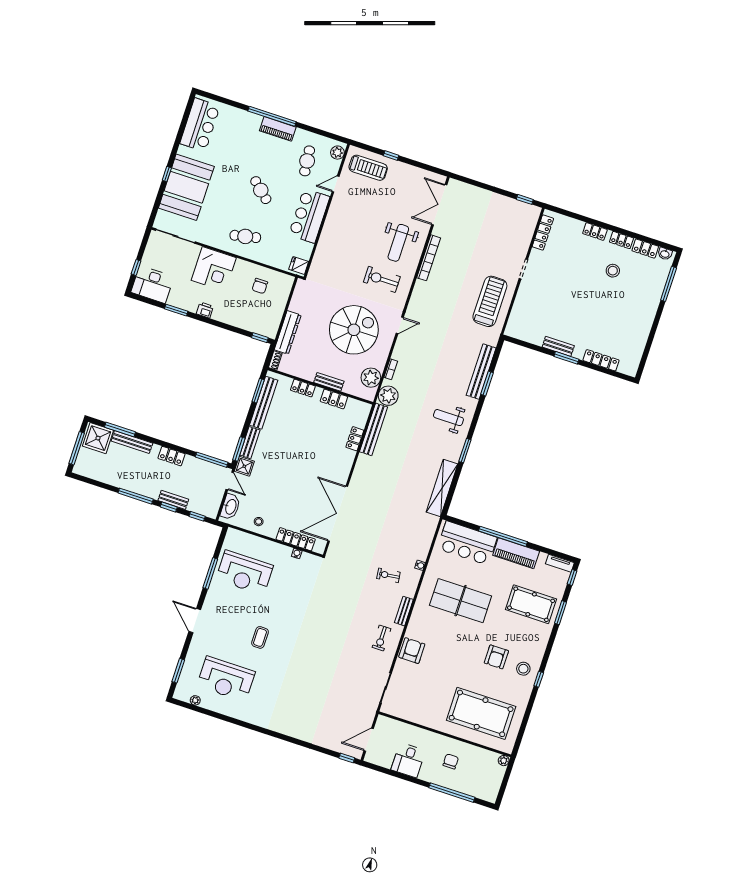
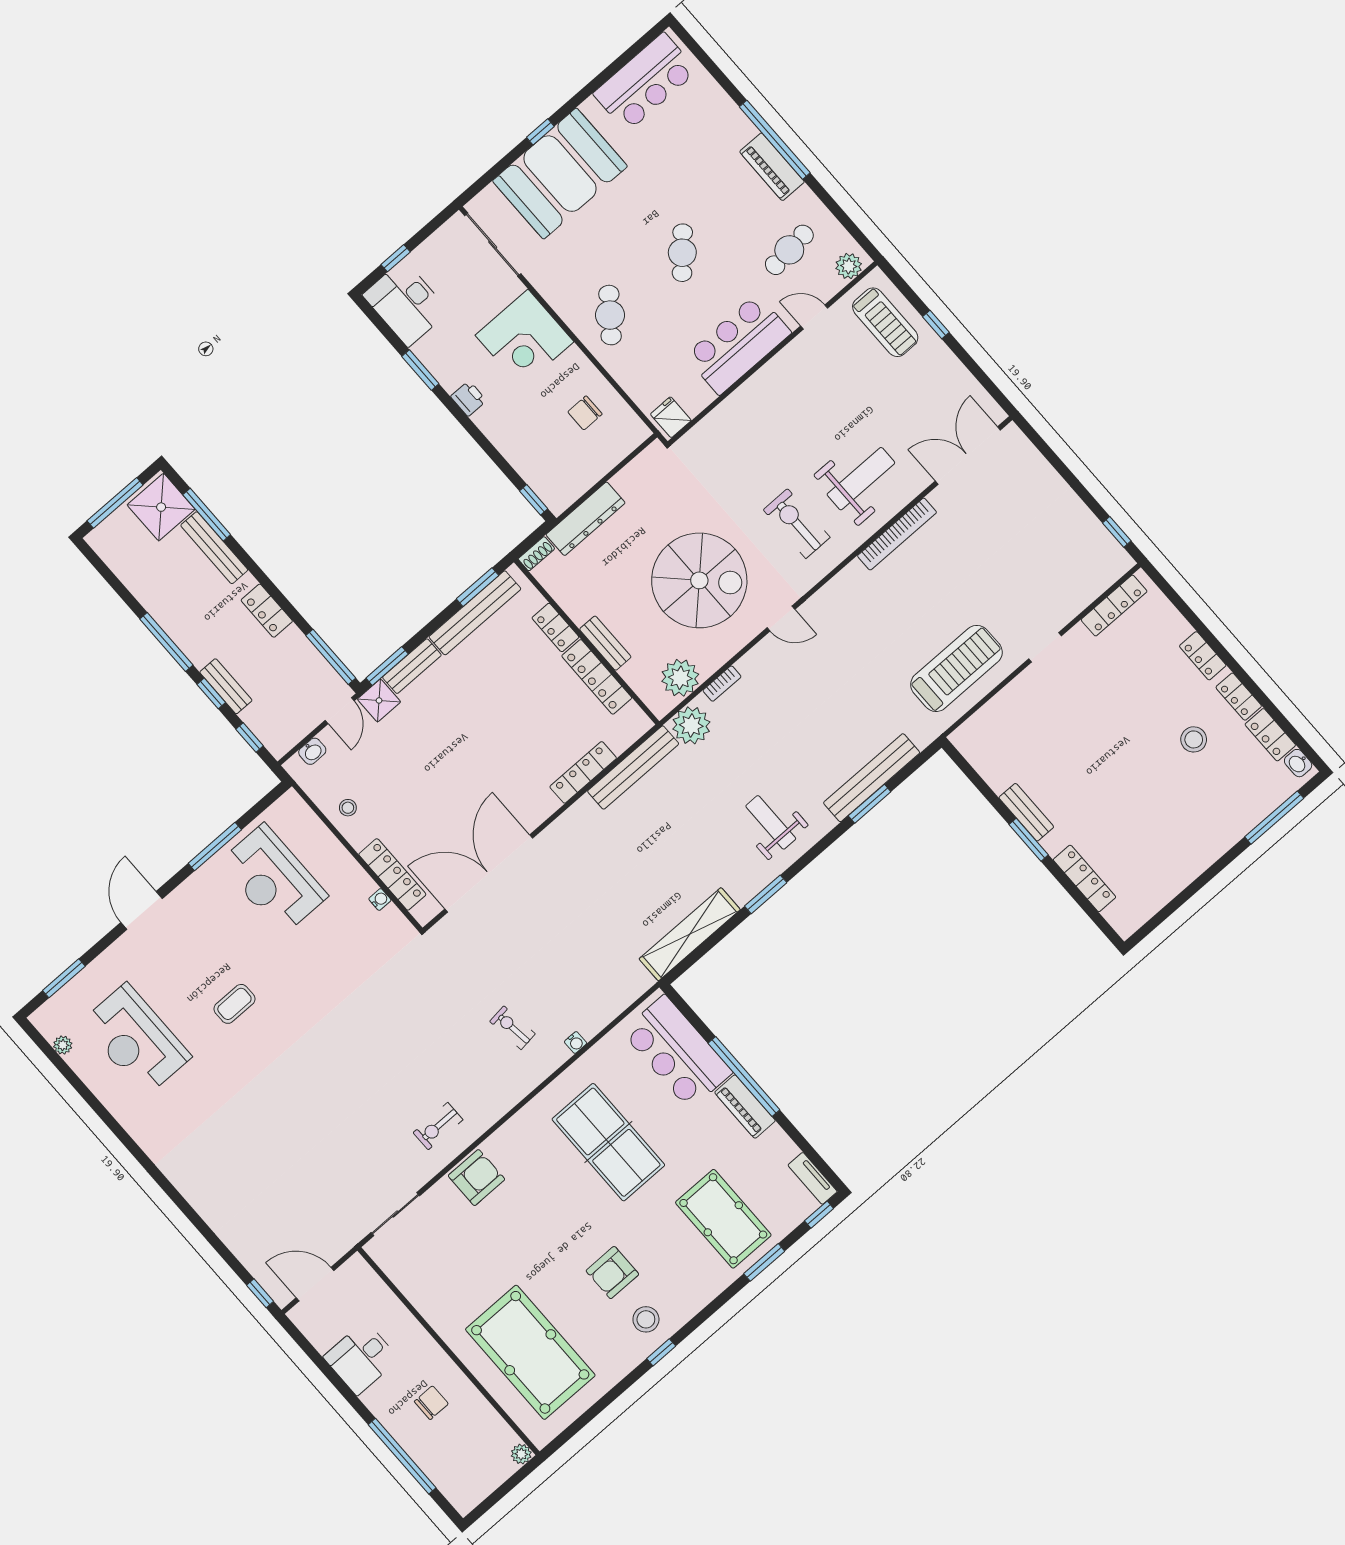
cafe table: (245, 236) -> (610, 315), turned 50
weight bench: (398, 243) -> (861, 479), turned 180
locker: (334, 399) -> (597, 677), width x1.53
locker: (355, 439) -> (583, 772), width x1.53
washbasin: (230, 507) -> (312, 751), width x0.52, depth x0.69
piano: (516, 553) -> (745, 1107), width x0.73, depth x0.75
bench: (404, 611) -> (503, 1103), removed

